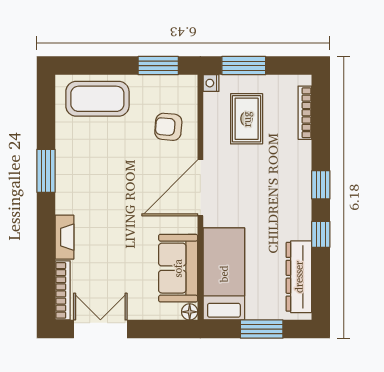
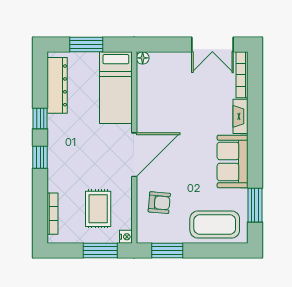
window: (46, 171) -> (255, 205), moved
sofa: (178, 268) -> (233, 161), moved, turned 180

